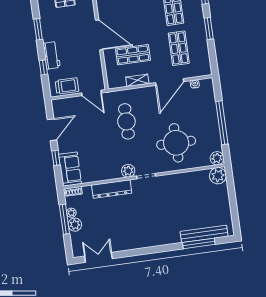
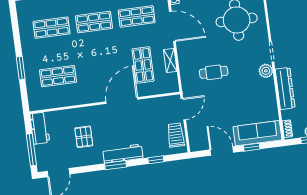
workbench: (52, 55) -> (123, 154), moved, width x1.38
cafe table: (126, 121) -> (214, 72), width x0.73, depth x0.74
sofa: (70, 169) -> (257, 133), width x1.36

